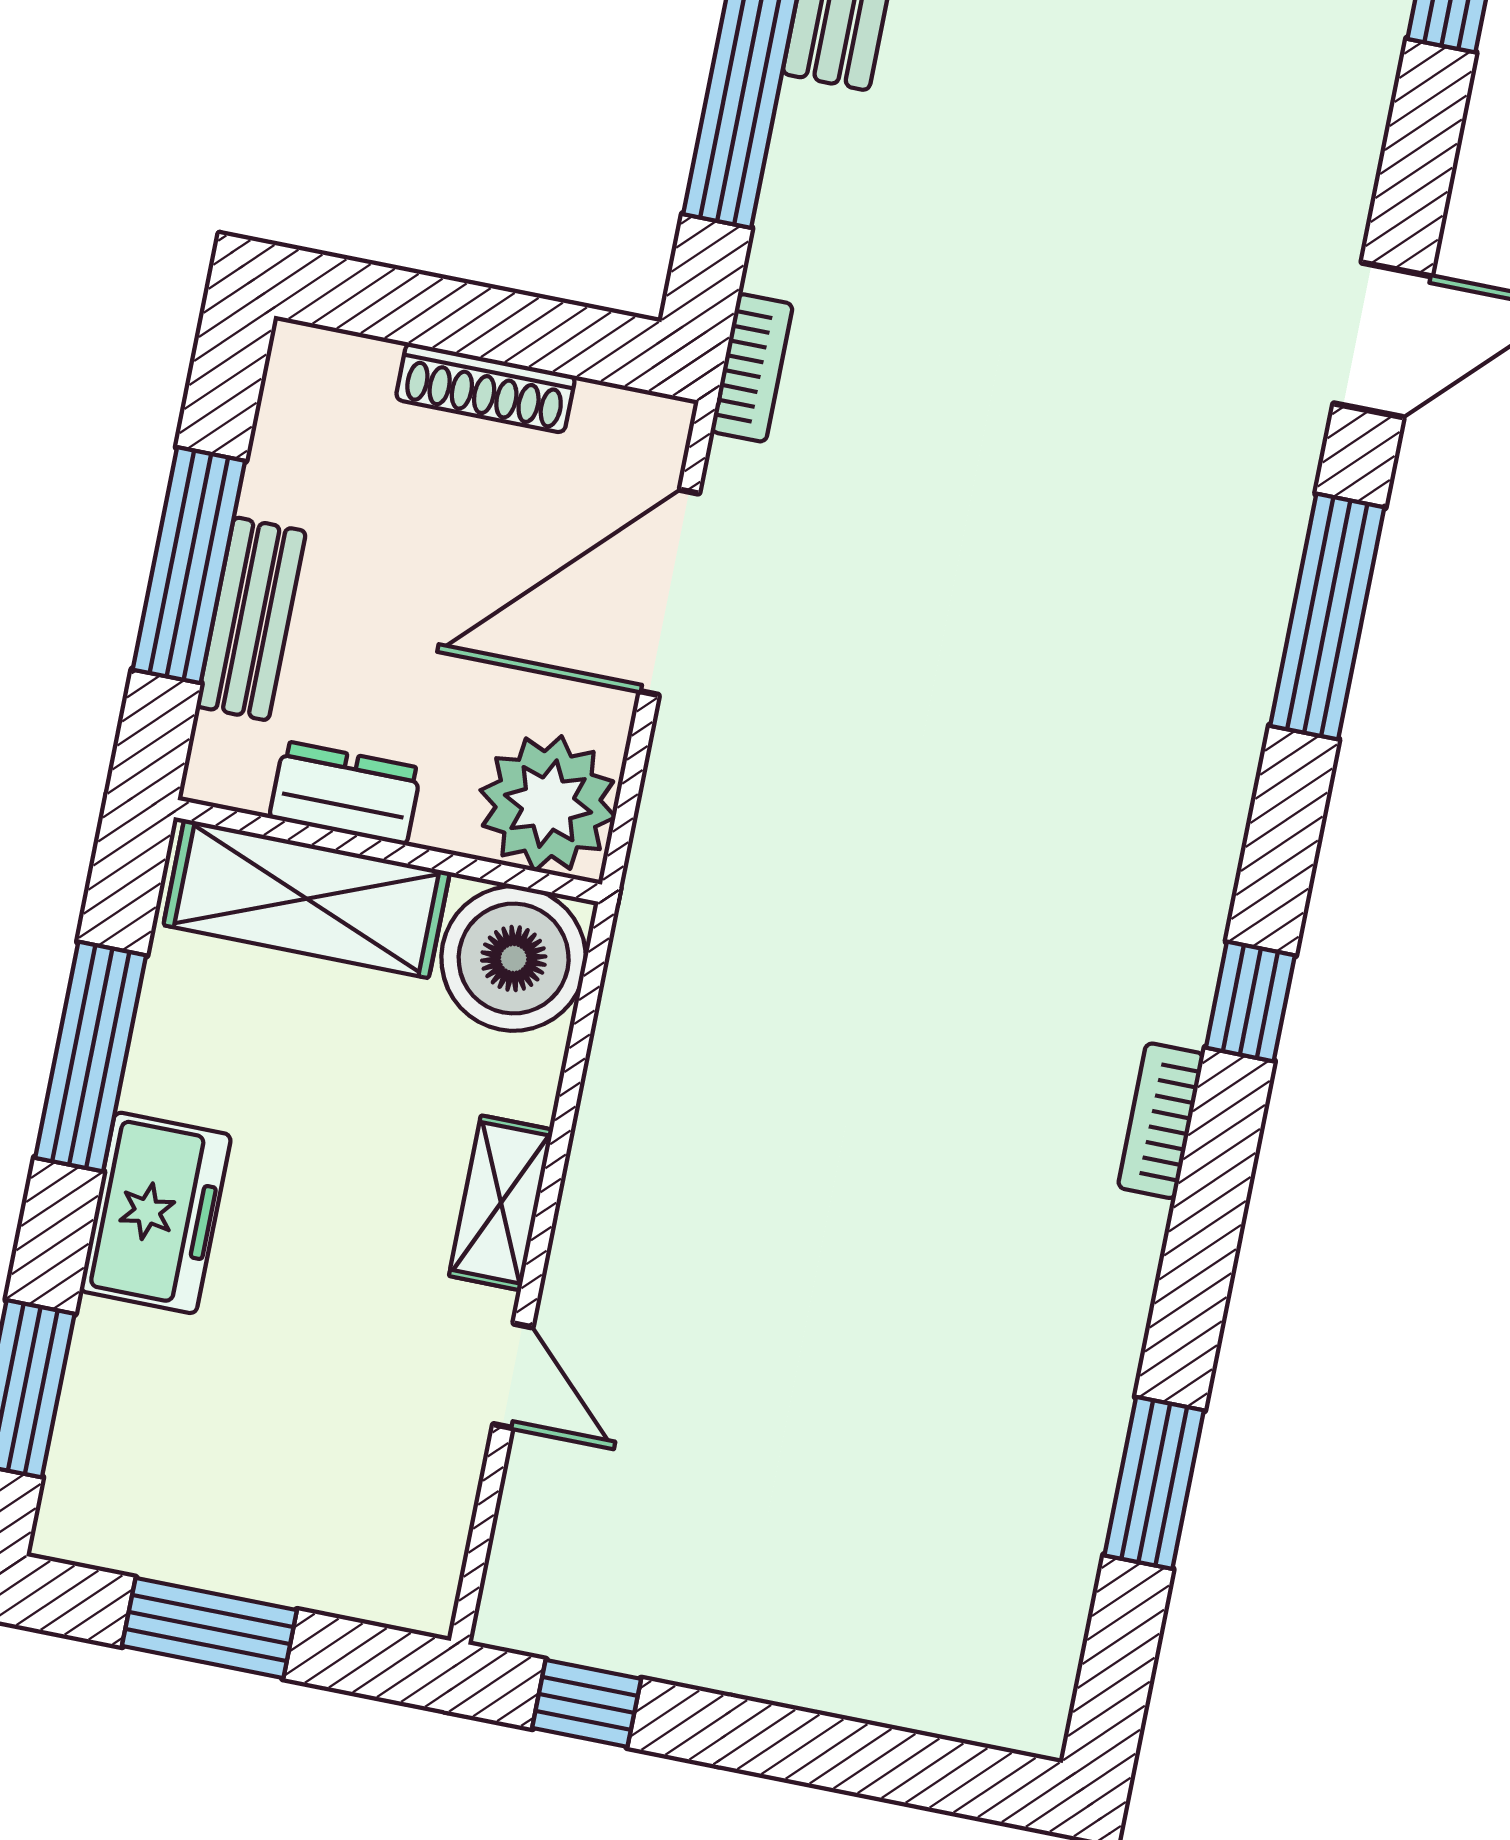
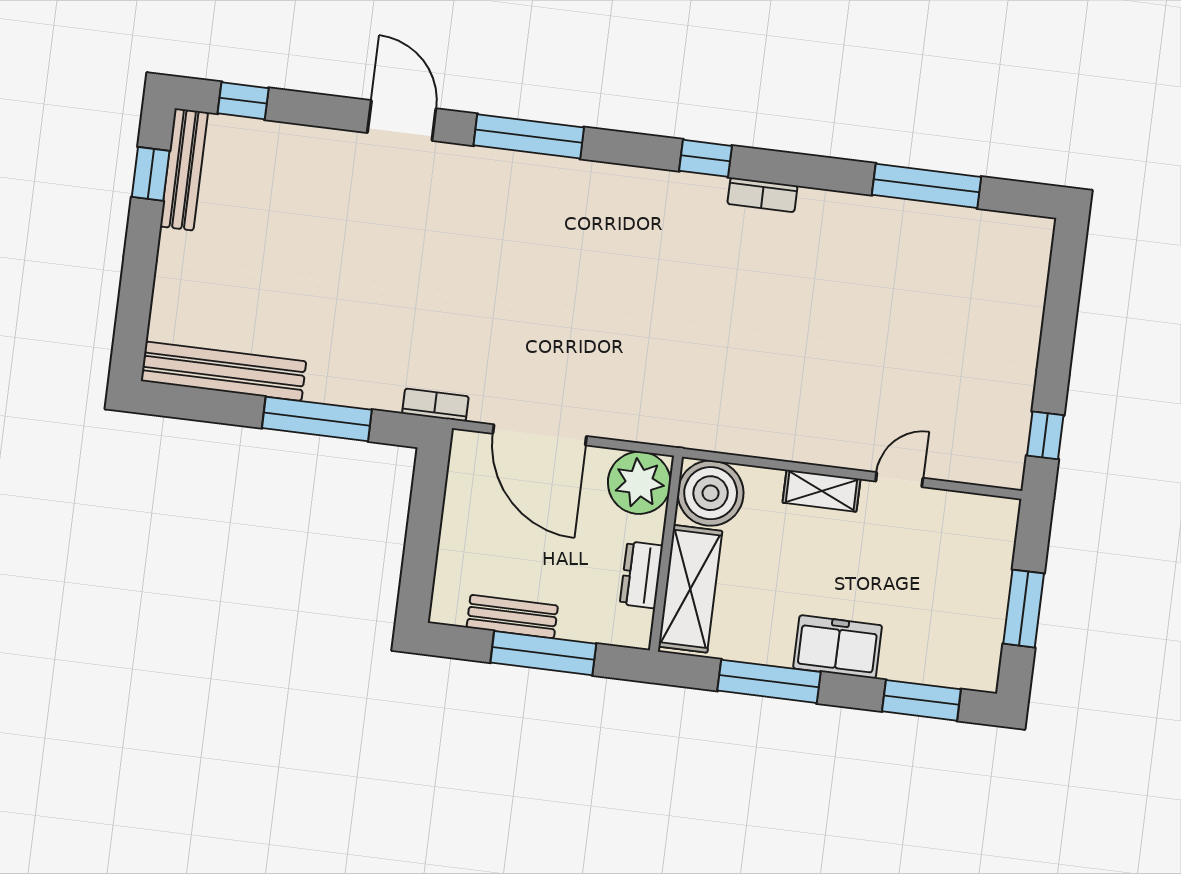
shoe rack: (485, 388) -> (453, 525), removed
bench: (251, 619) -> (512, 617), moved
window: (1154, 1483) -> (927, 186), width x1.44

